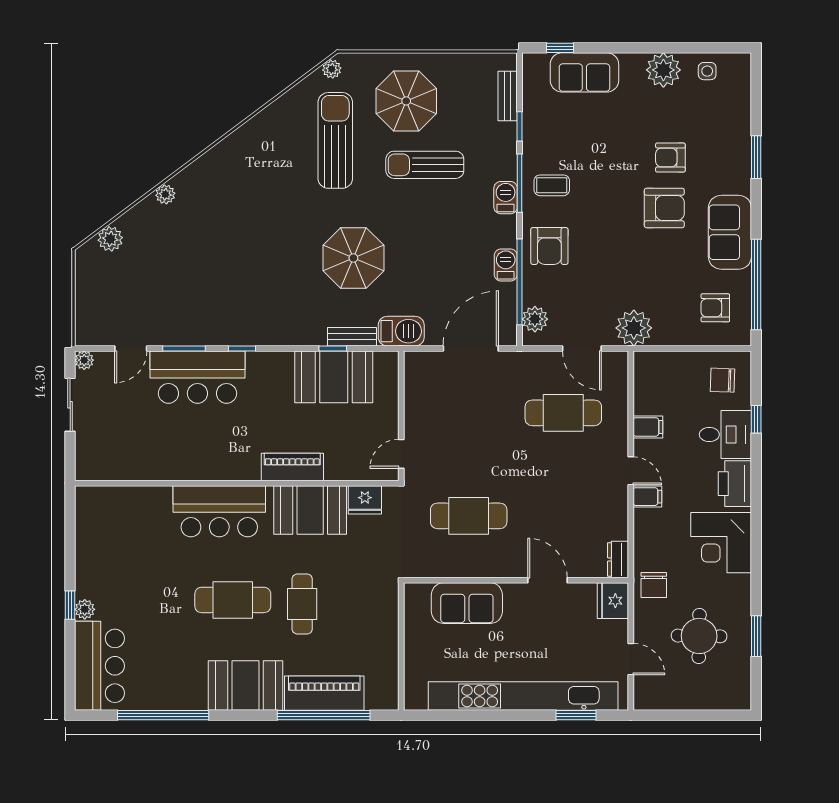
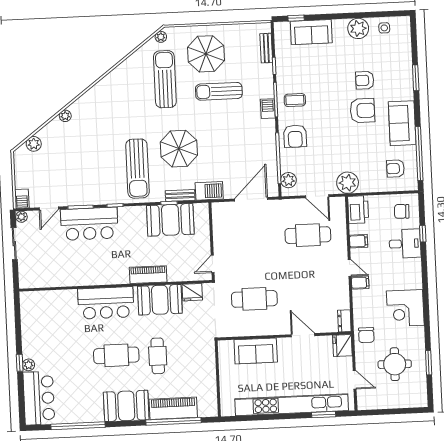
barbecue: (506, 265) -> (22, 199), moved, turned 180
sun lounger: (282, 288) -> (137, 169), added
printer: (735, 484) -> (358, 210), moved, turned 180

